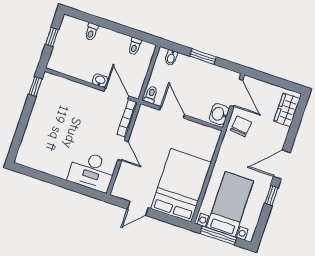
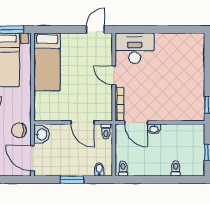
toilet: (135, 46) -> (123, 169), moved
chair: (241, 126) -> (19, 130), turned 84
bed: (181, 185) -> (47, 62), width x0.67
door: (138, 208) -> (95, 29), moved

